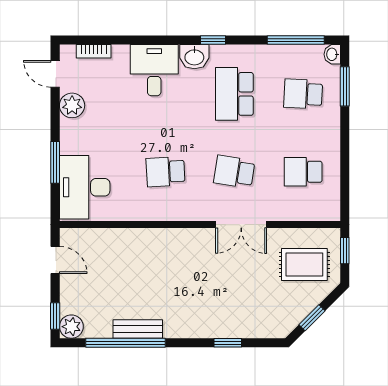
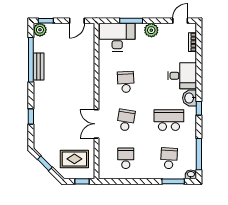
plant: (72, 105) -> (151, 30), moved
rug: (304, 264) -> (74, 159), turned 90

